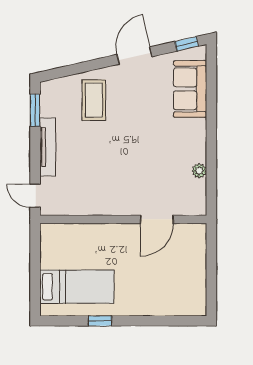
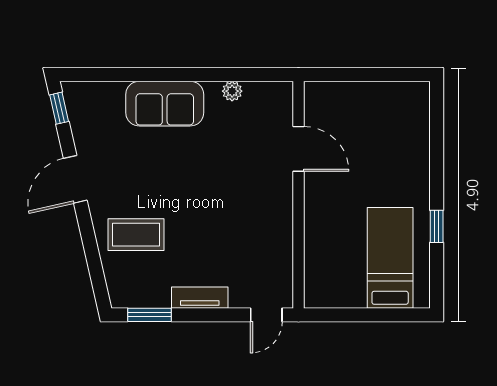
door: (135, 56) -> (75, 179), hinge flipped
sofa: (190, 89) -> (165, 104), moved
tv unit: (48, 147) -> (200, 298), width x0.71

